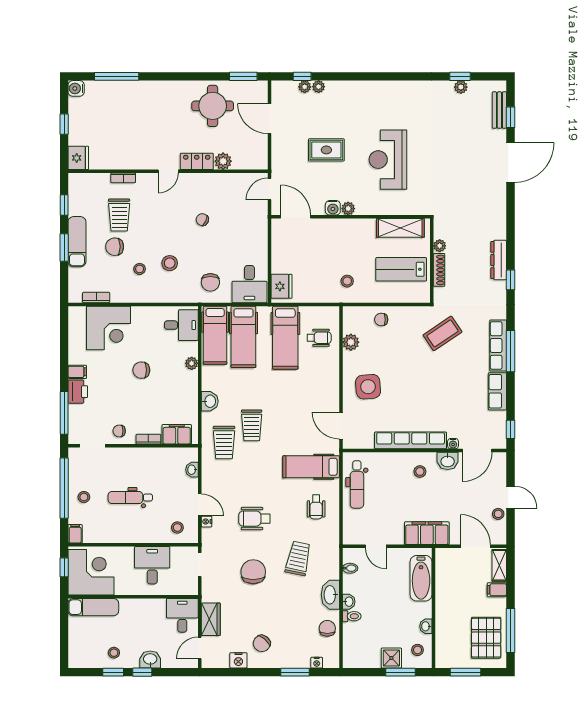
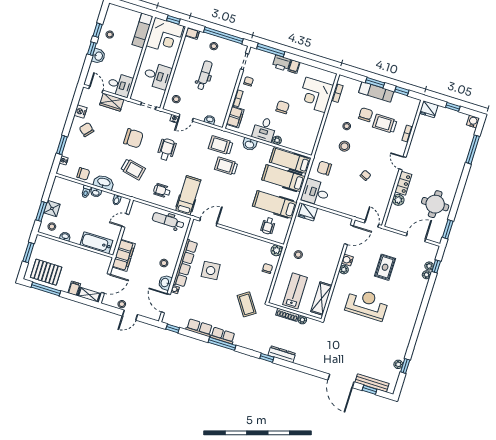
bench: (499, 110) -> (372, 383), width x1.36
desk: (181, 325) -> (264, 129), moved
plant: (351, 342) -> (277, 250), moved
row of seats: (498, 346) -> (223, 335), width x0.68
side table: (368, 387) -> (211, 271), moved

